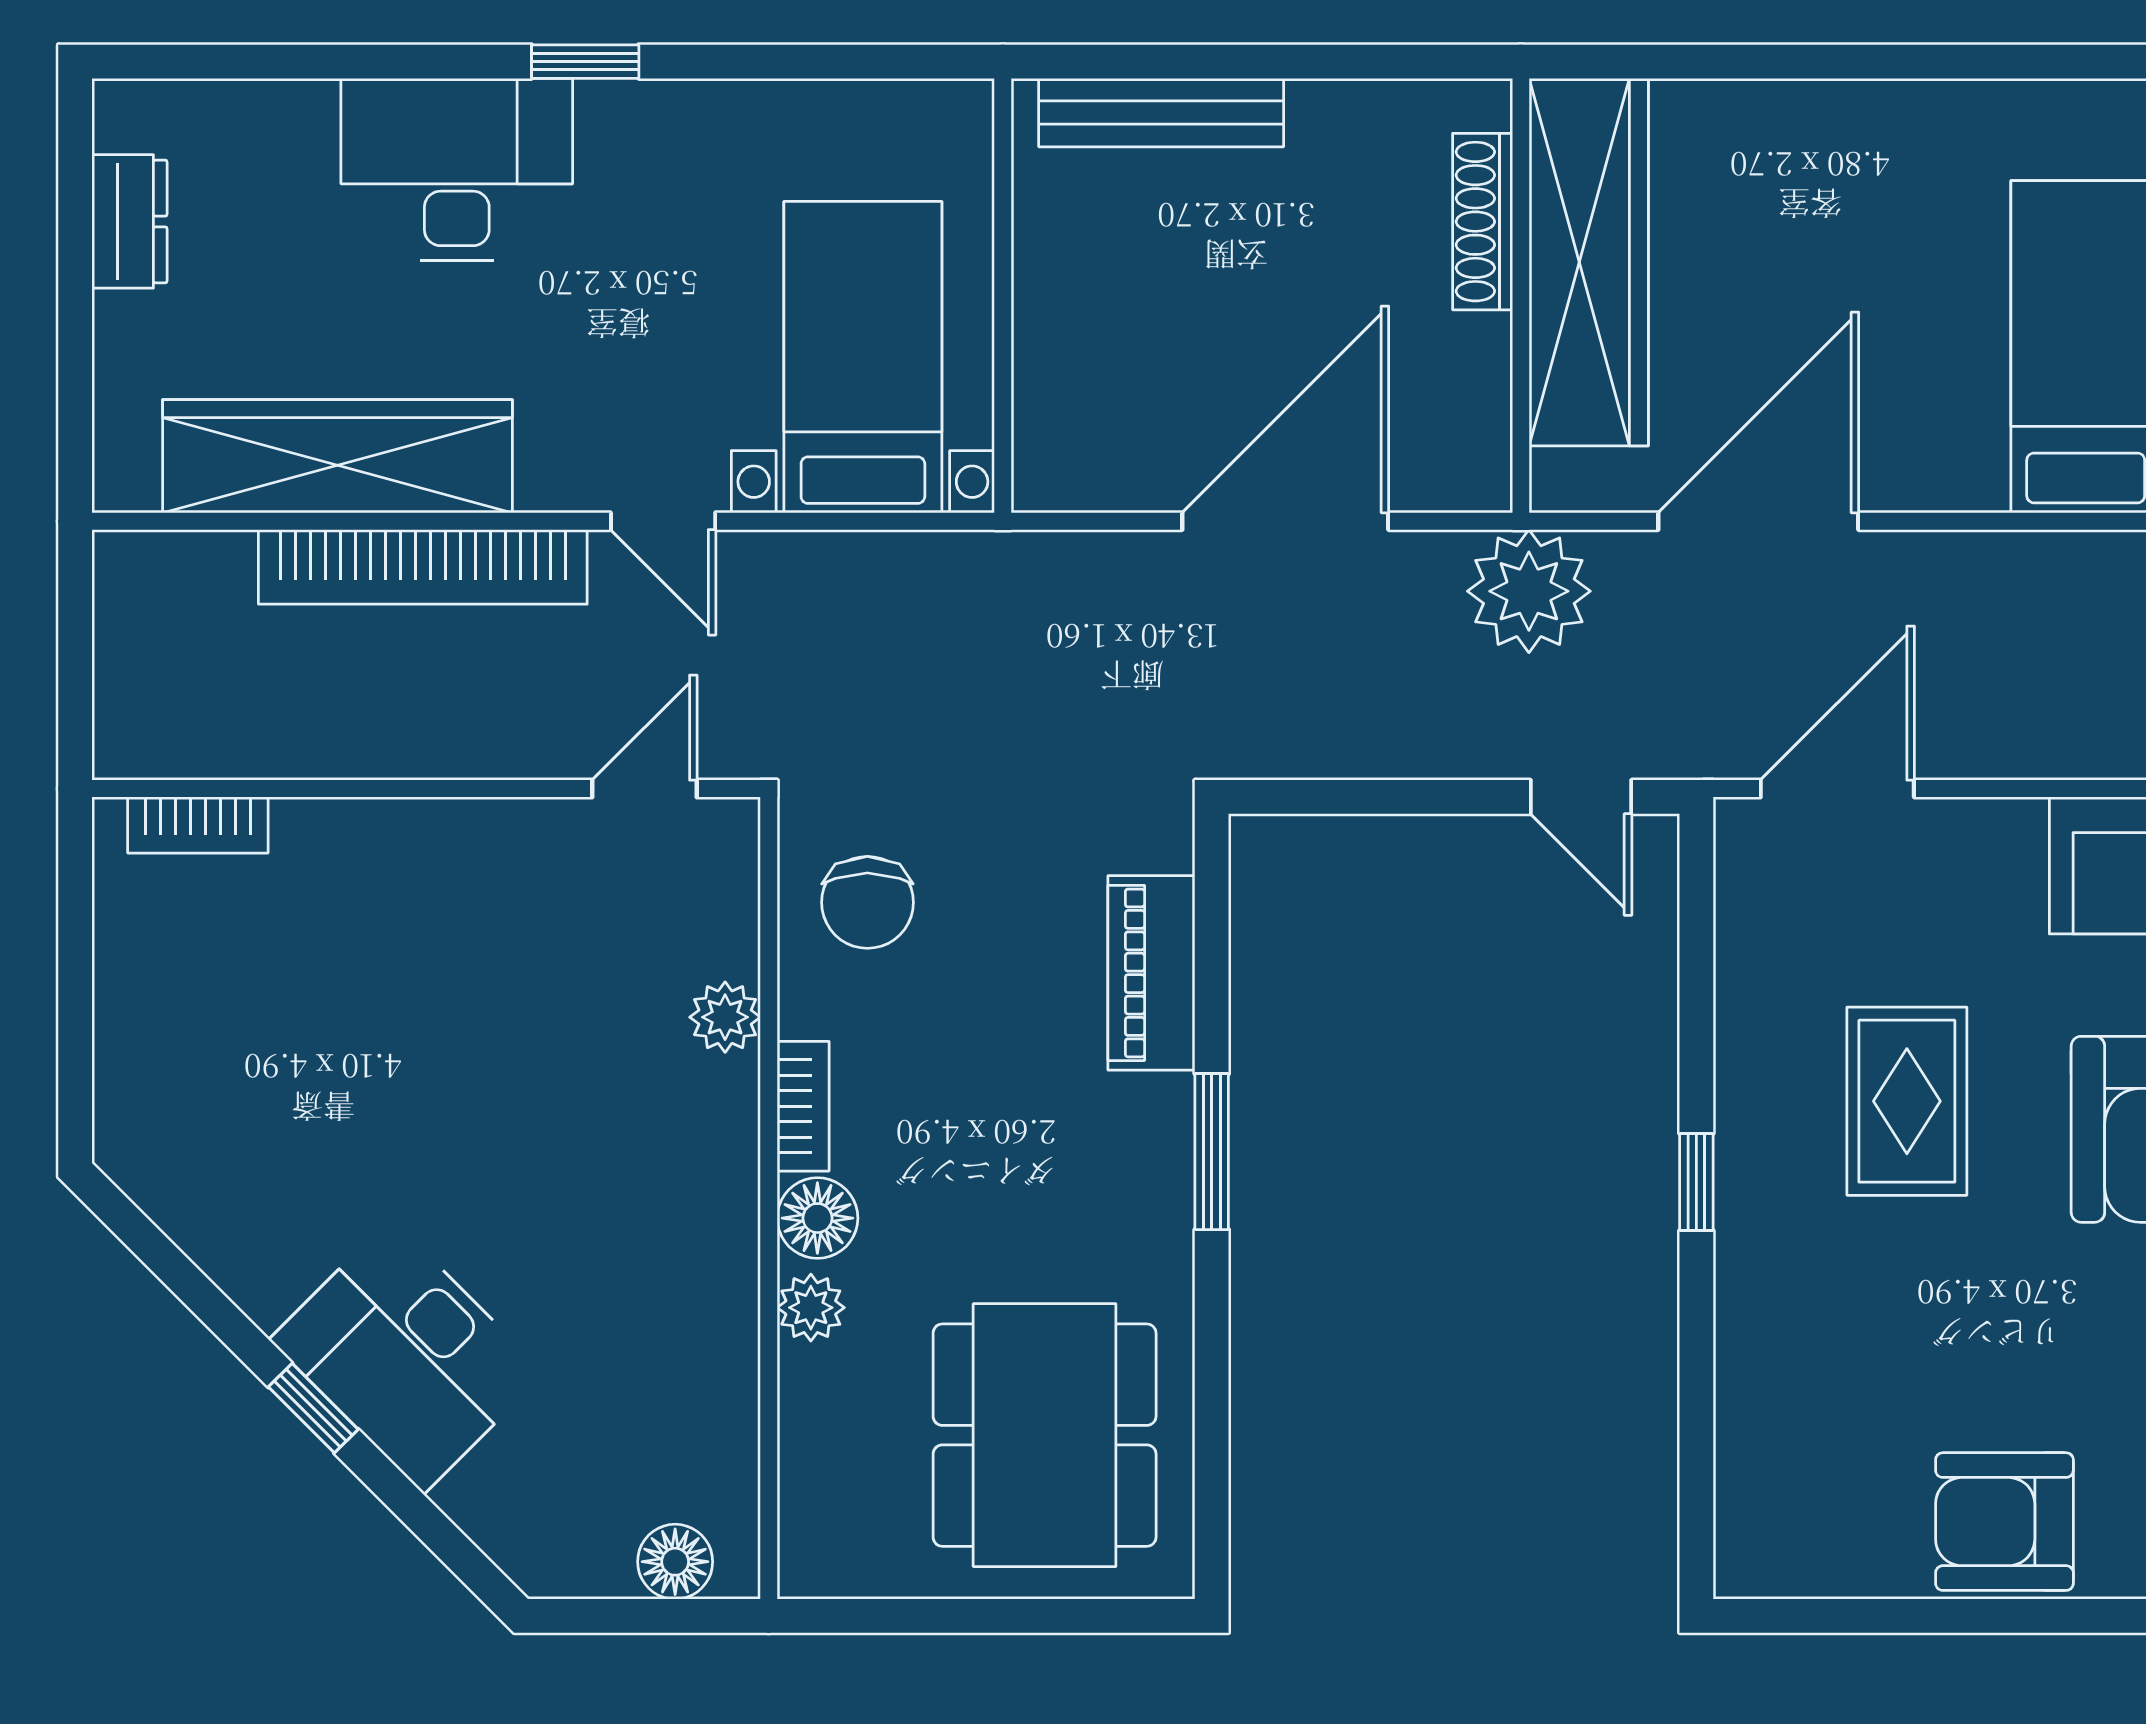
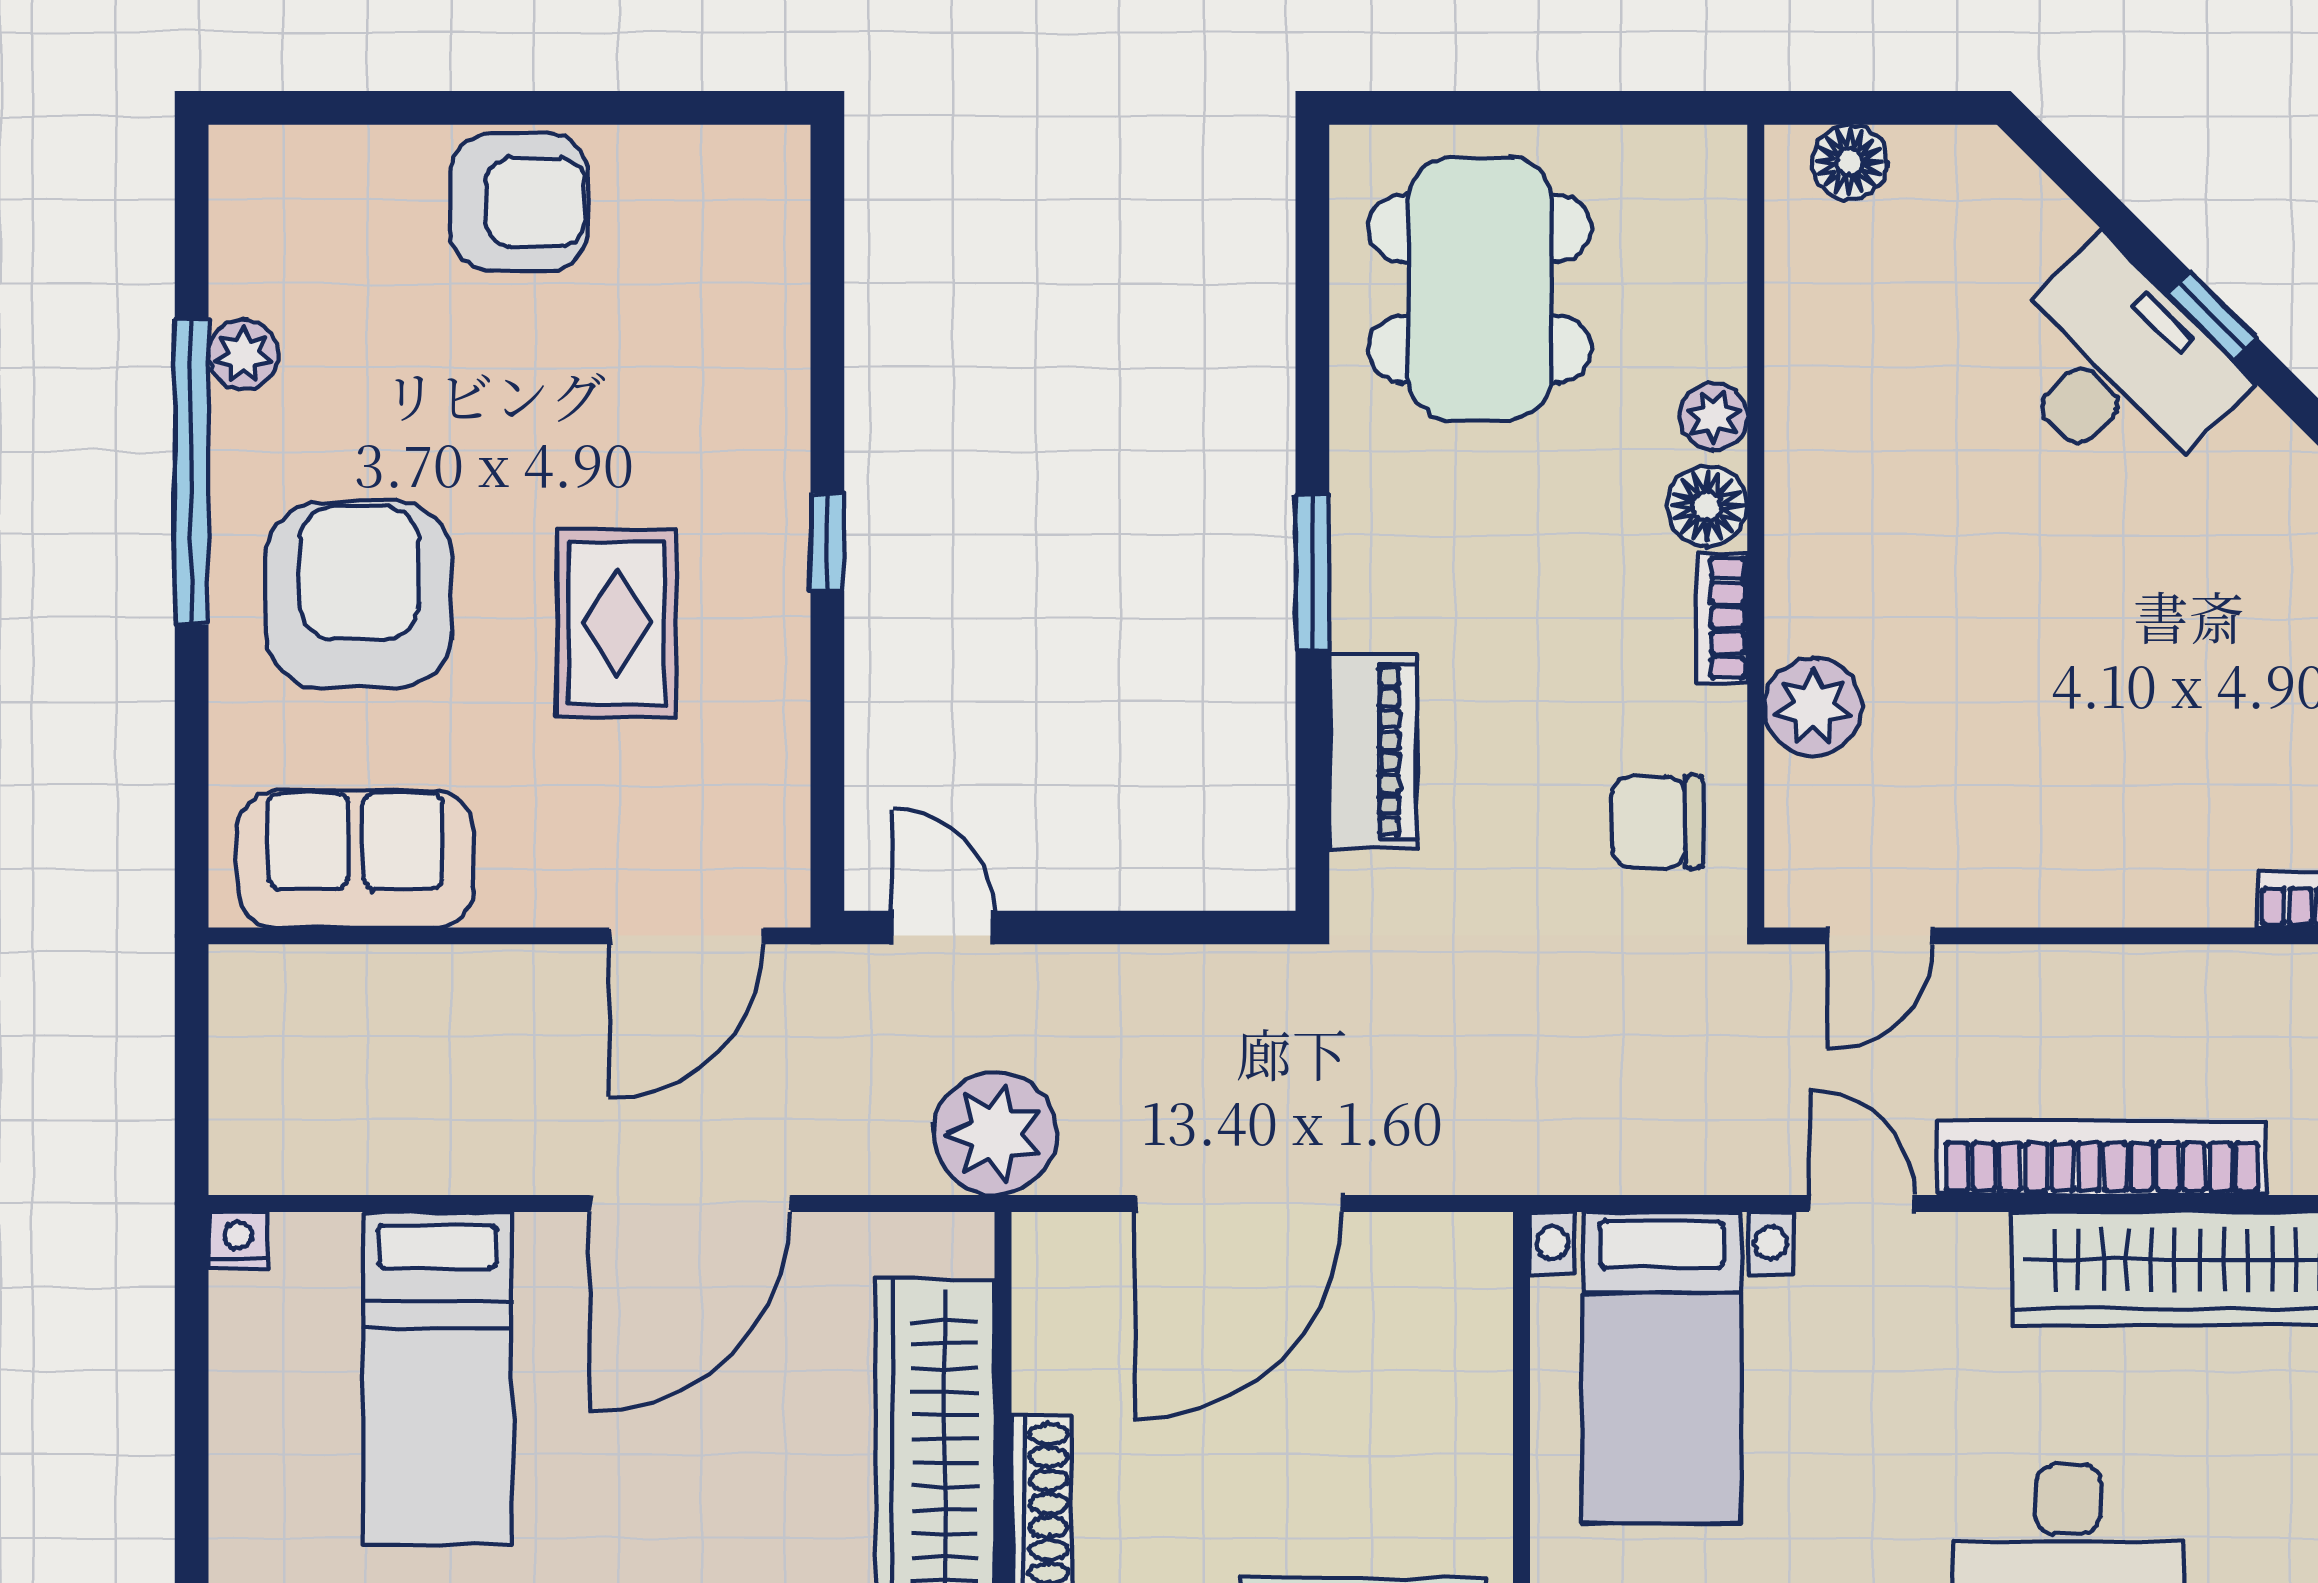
door: (1758, 521) -> (690, 1204), moved
chair: (867, 902) -> (1657, 822), turned -90
plant: (725, 1017) -> (1813, 707), width x1.38, depth x1.38

